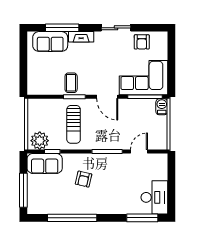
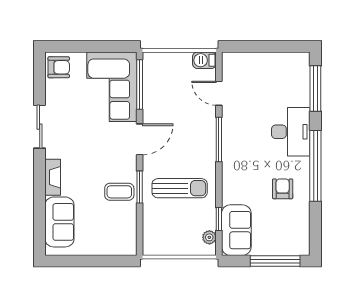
window: (62, 28) -> (40, 205), removed
armchair: (142, 42) -> (59, 67), moved
barbecue: (162, 107) -> (204, 60), moved
plant: (40, 141) -> (209, 237), width x0.53, depth x0.53
armchair: (84, 179) -> (283, 189), moved, turned -103
desk: (154, 197) -> (291, 132), moved, turned 90
window: (72, 218) -> (315, 166), moved

